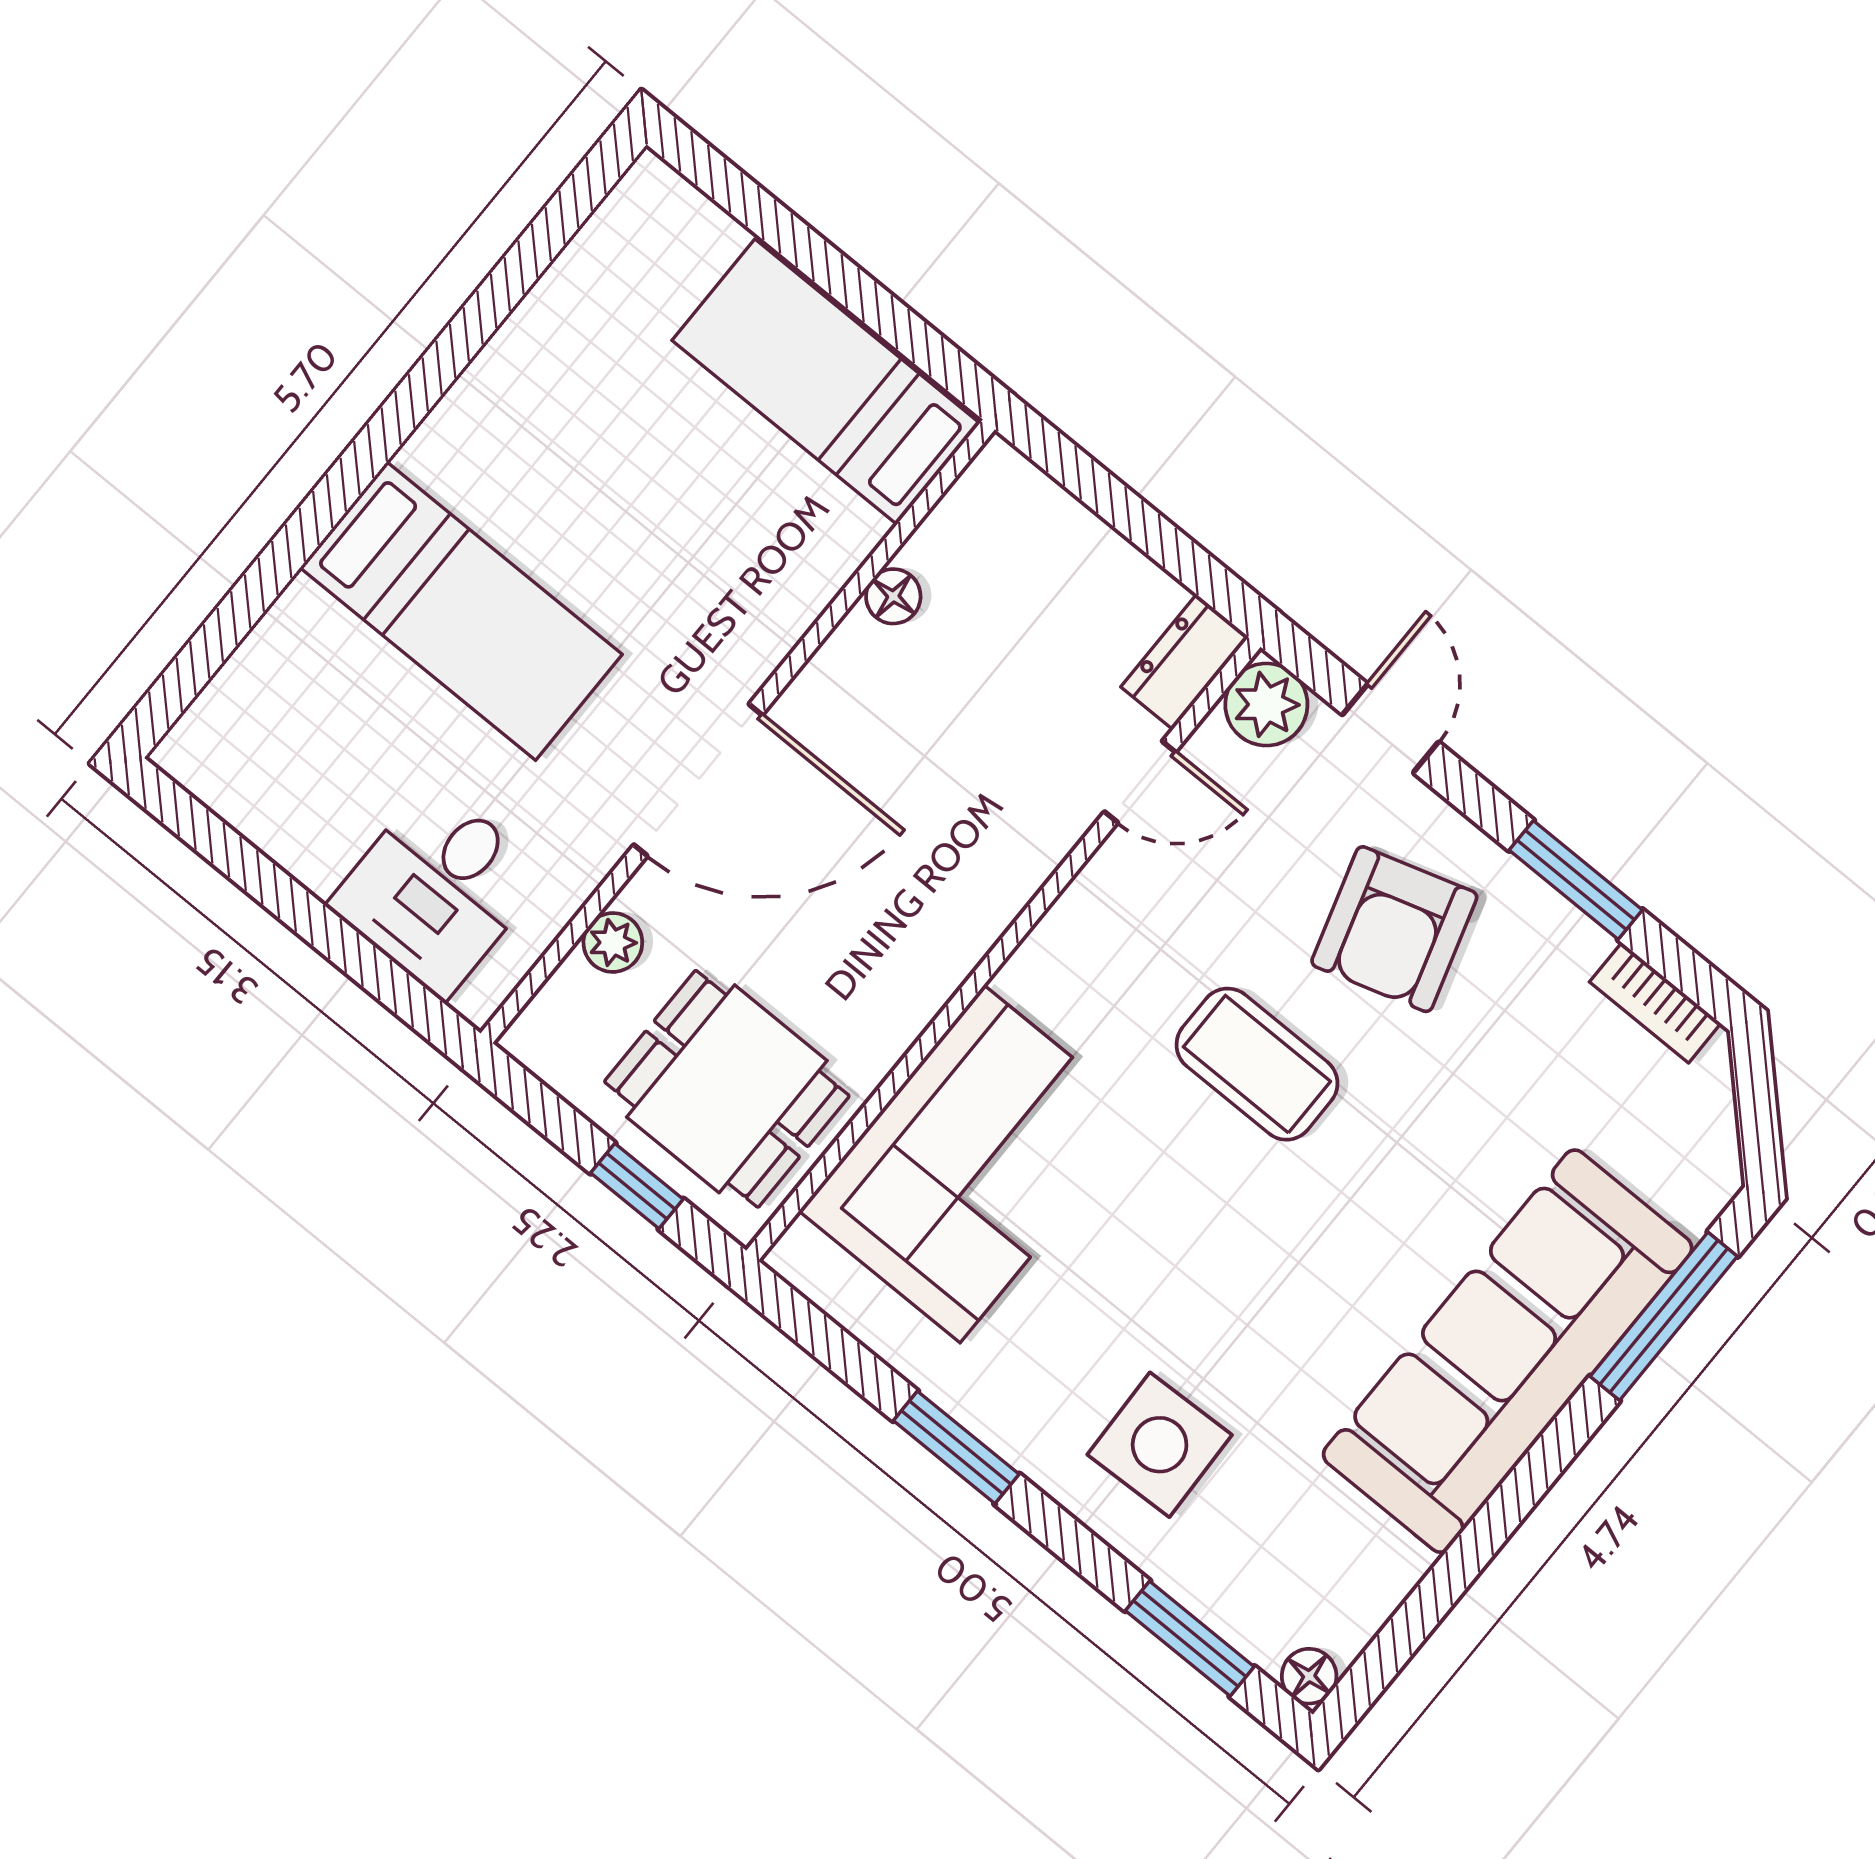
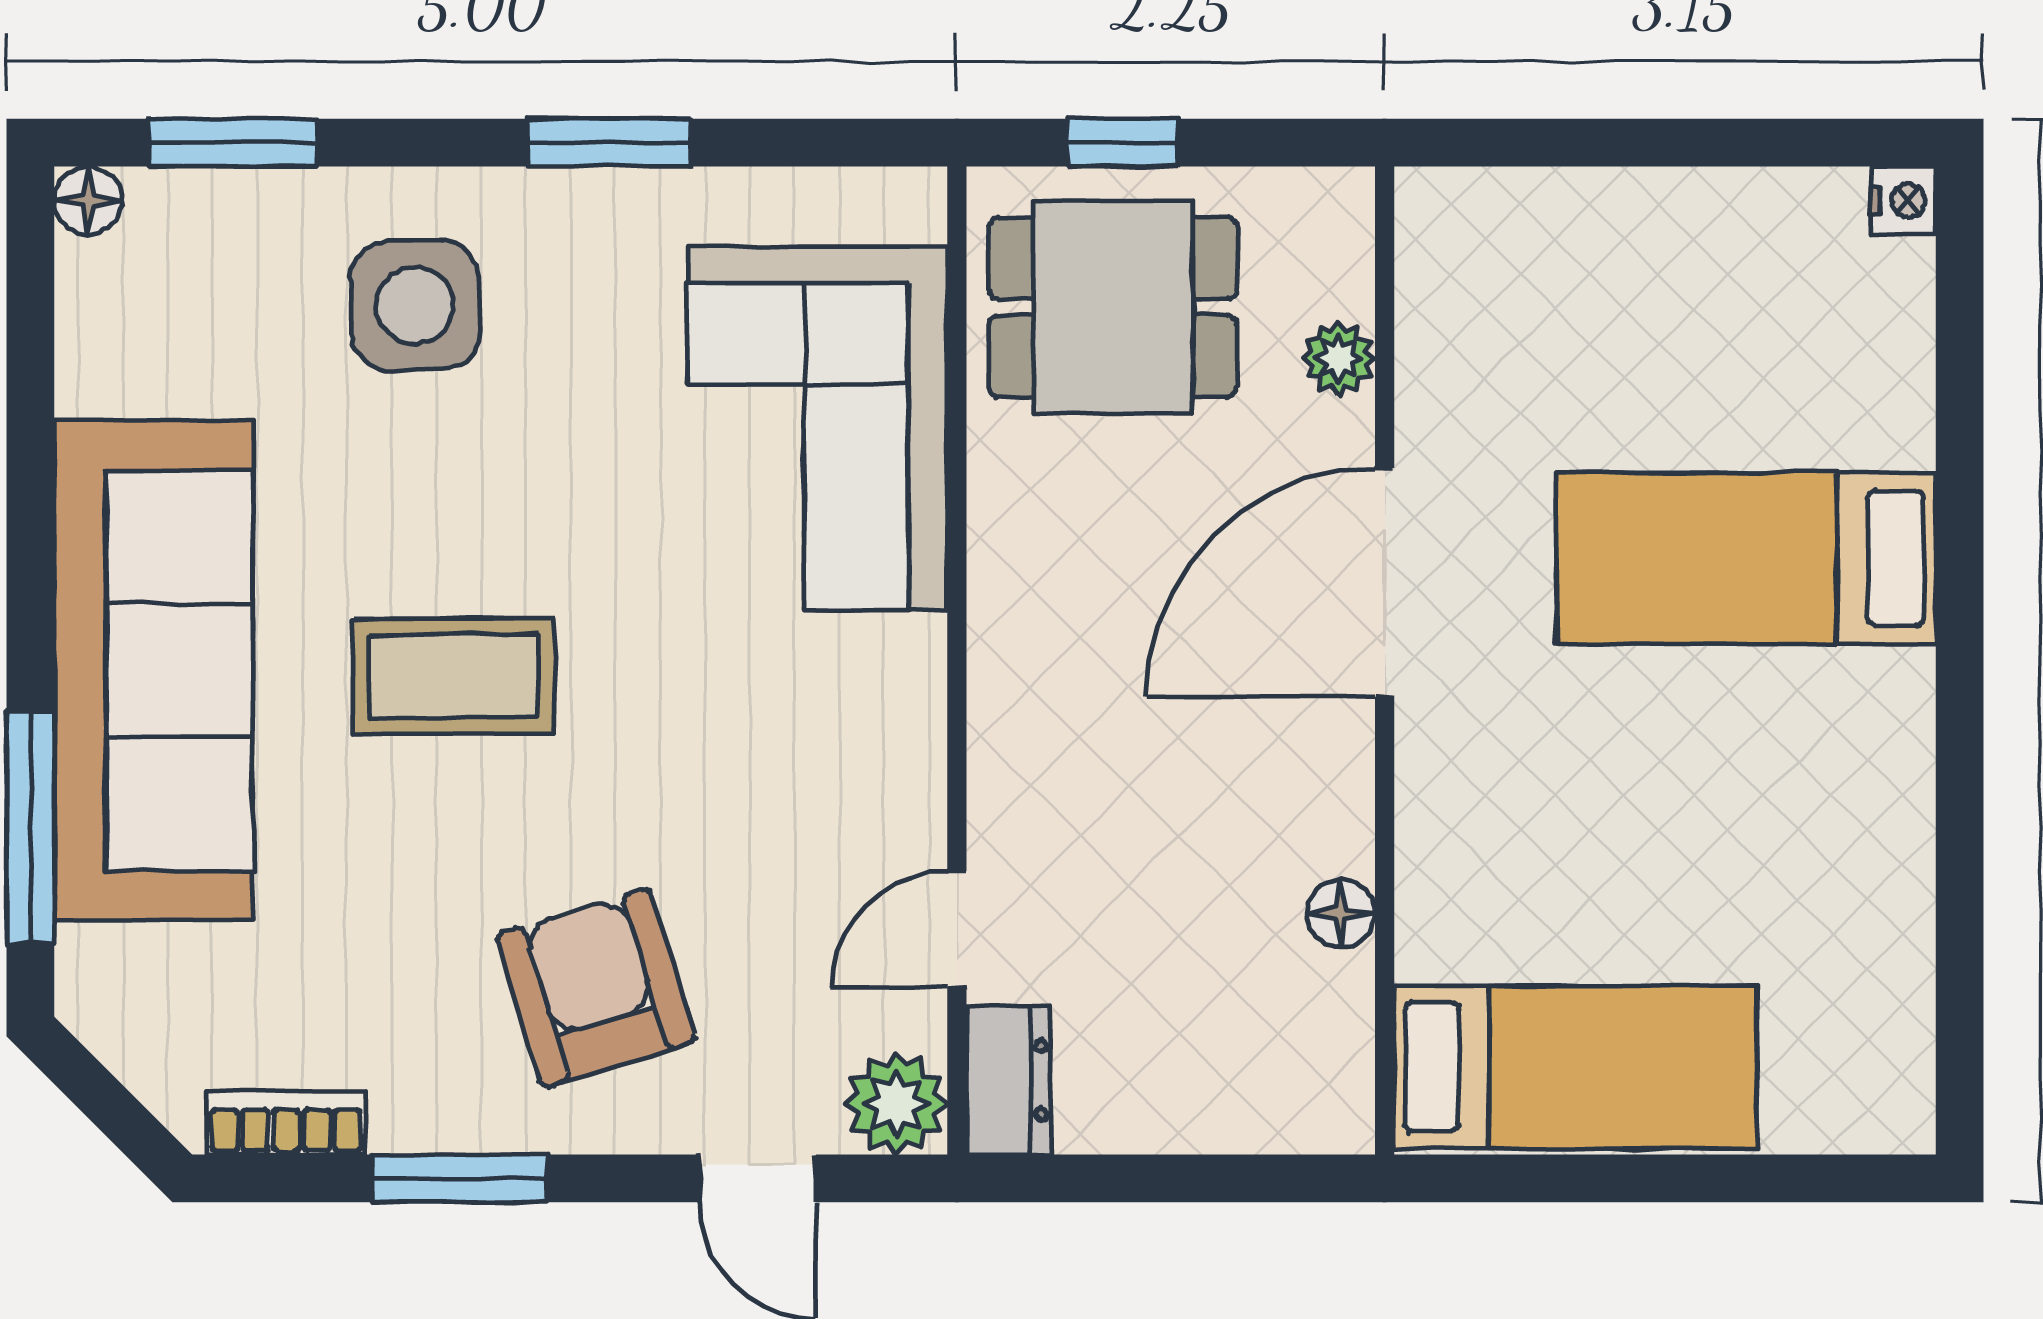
nightstand: (182, 753) -> (1903, 201), added
desk: (438, 890) -> (1549, 271), removed
coffee table: (1257, 1064) -> (454, 676), moved

